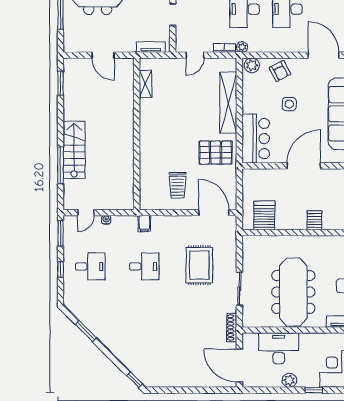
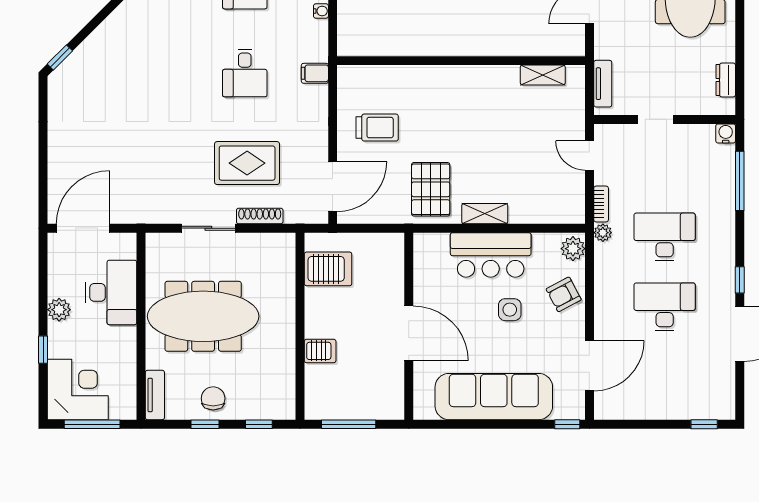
shelving: (228, 103) -> (485, 214), width x0.45, depth x0.75
bar counter: (256, 139) -> (491, 255), moved
trolley: (178, 185) -> (377, 128), turned 180
shoe rack: (232, 327) -> (260, 216), moved

